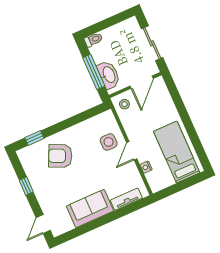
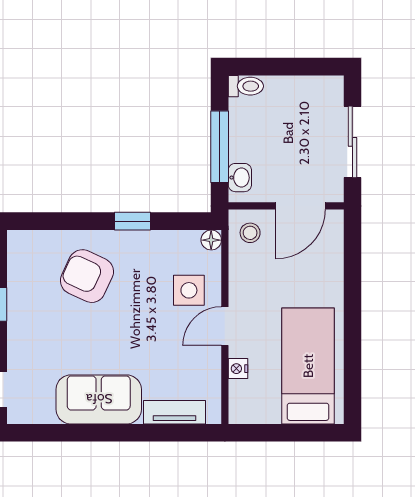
washbasin: (109, 75) -> (240, 178), width x0.52, depth x0.69
floor lamp: (109, 115) -> (211, 240), added
window: (34, 138) -> (133, 221), moved

